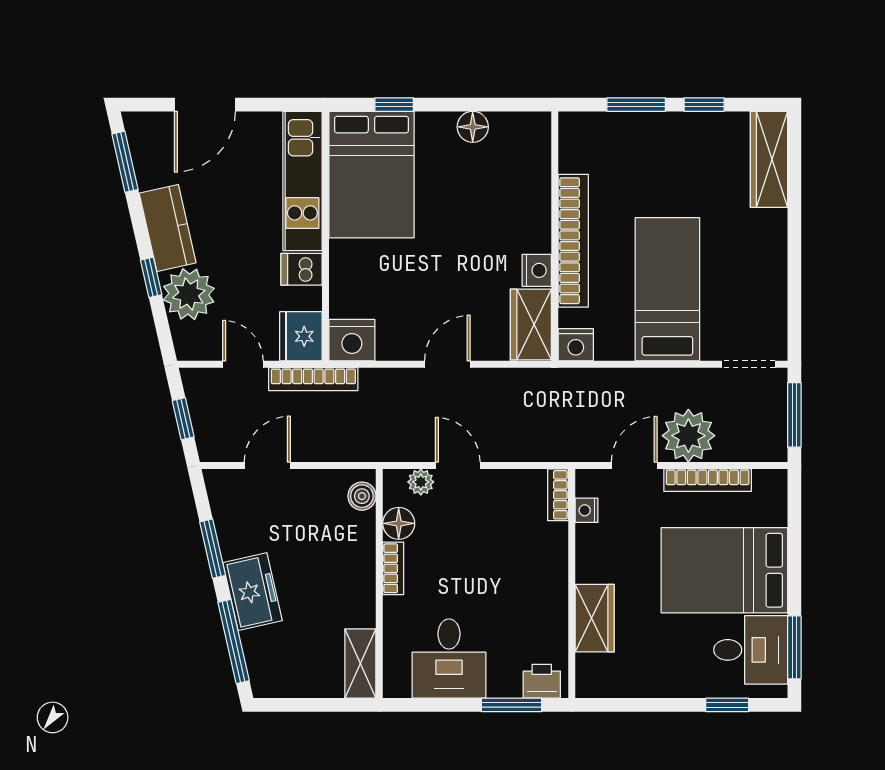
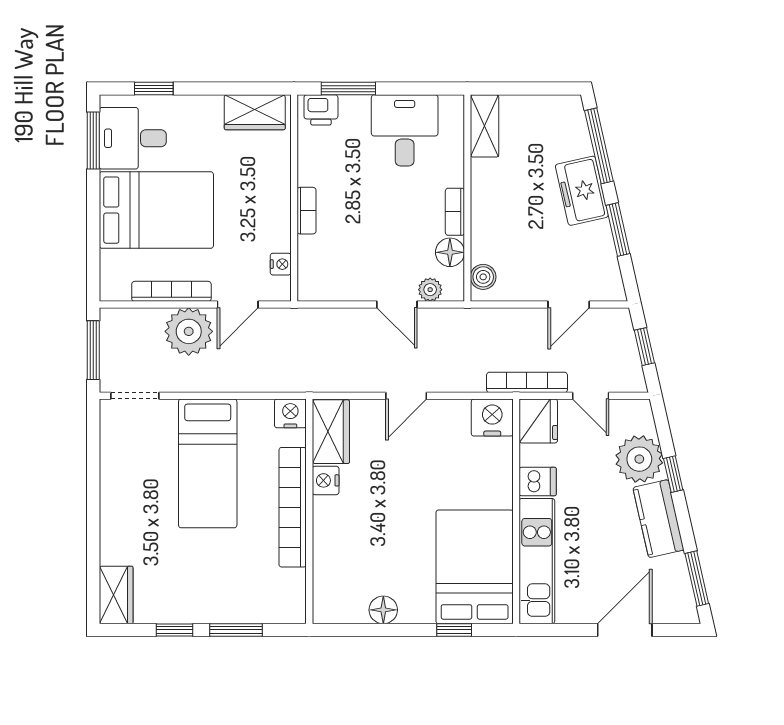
wardrobe: (769, 159) -> (116, 595), width x0.67
bookcase: (558, 495) -> (306, 211), moved
wardrobe: (595, 618) -> (255, 112), moved, turned -90

